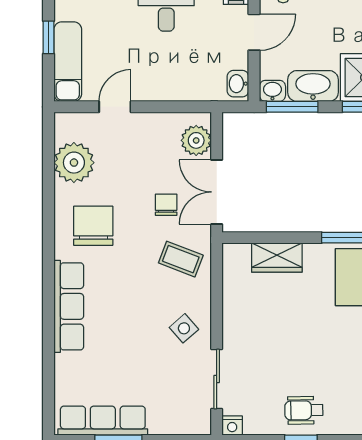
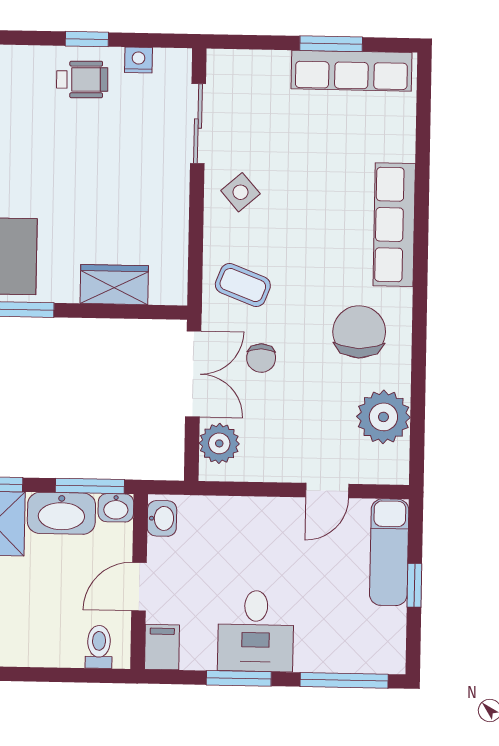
chair: (93, 226) -> (359, 332), turned 180
nightstand: (232, 426) -> (138, 60), moved

